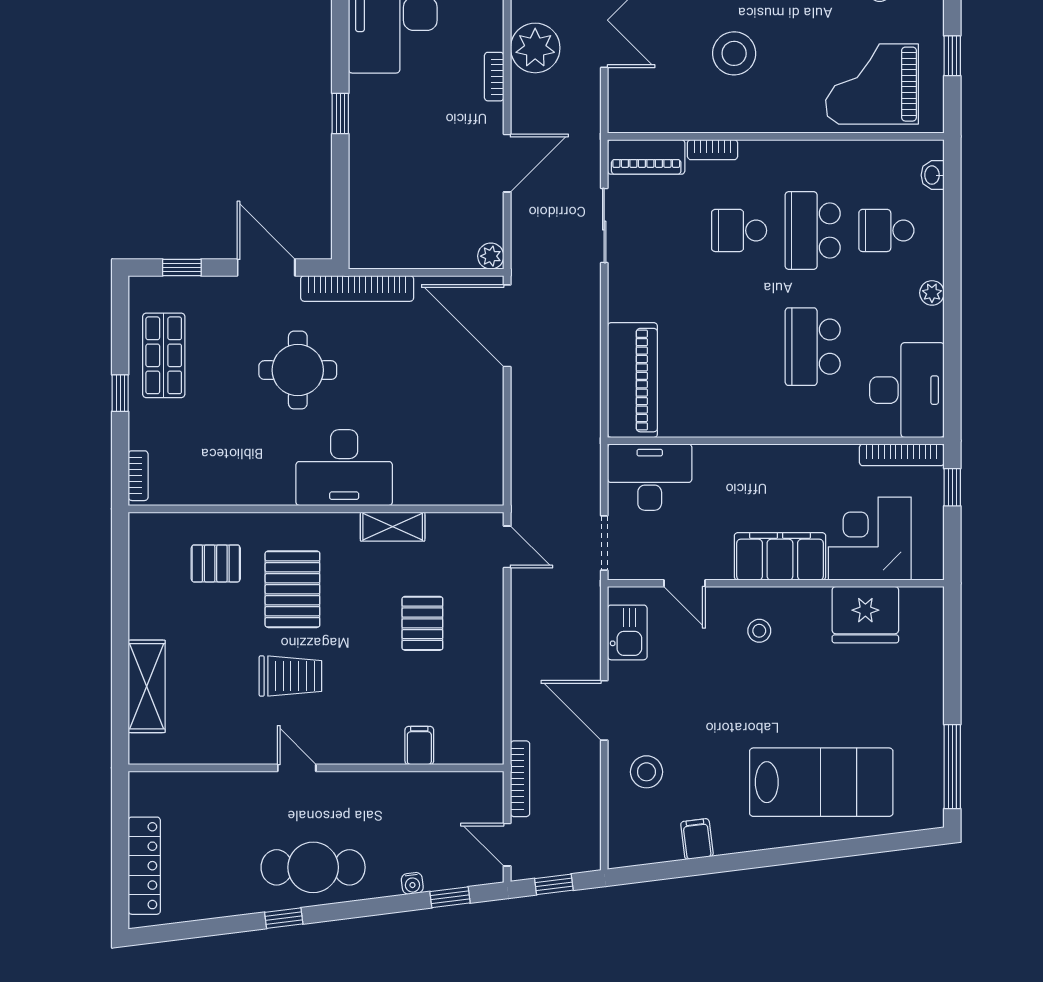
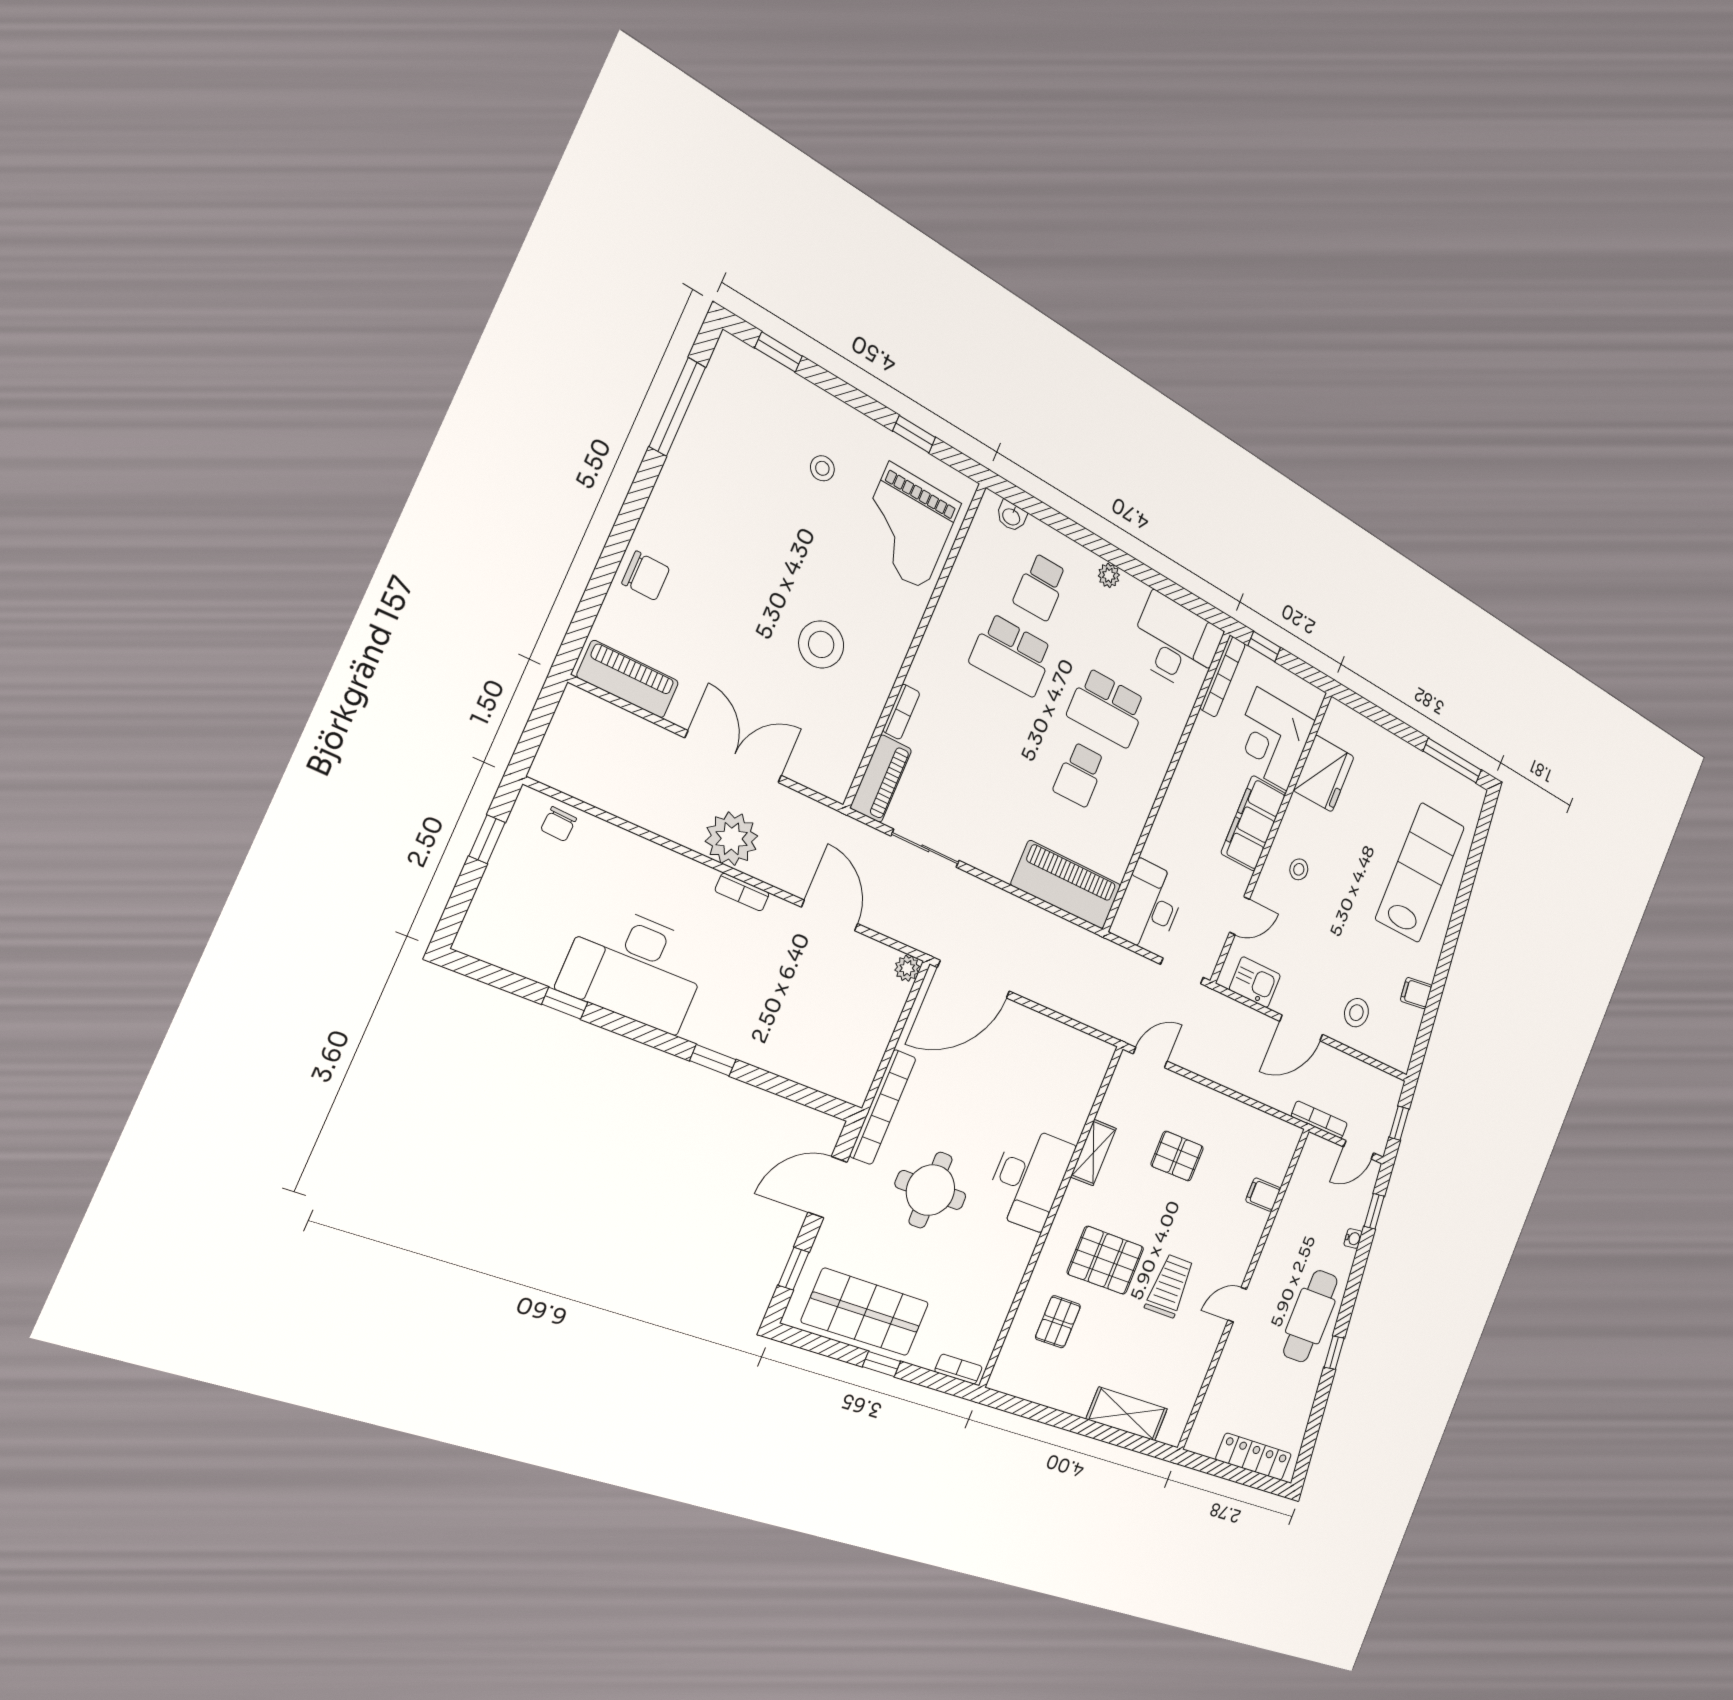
school desk: (739, 230) -> (1079, 775), moved
shop shelf: (164, 355) -> (865, 1312), width x1.43, depth x1.36

